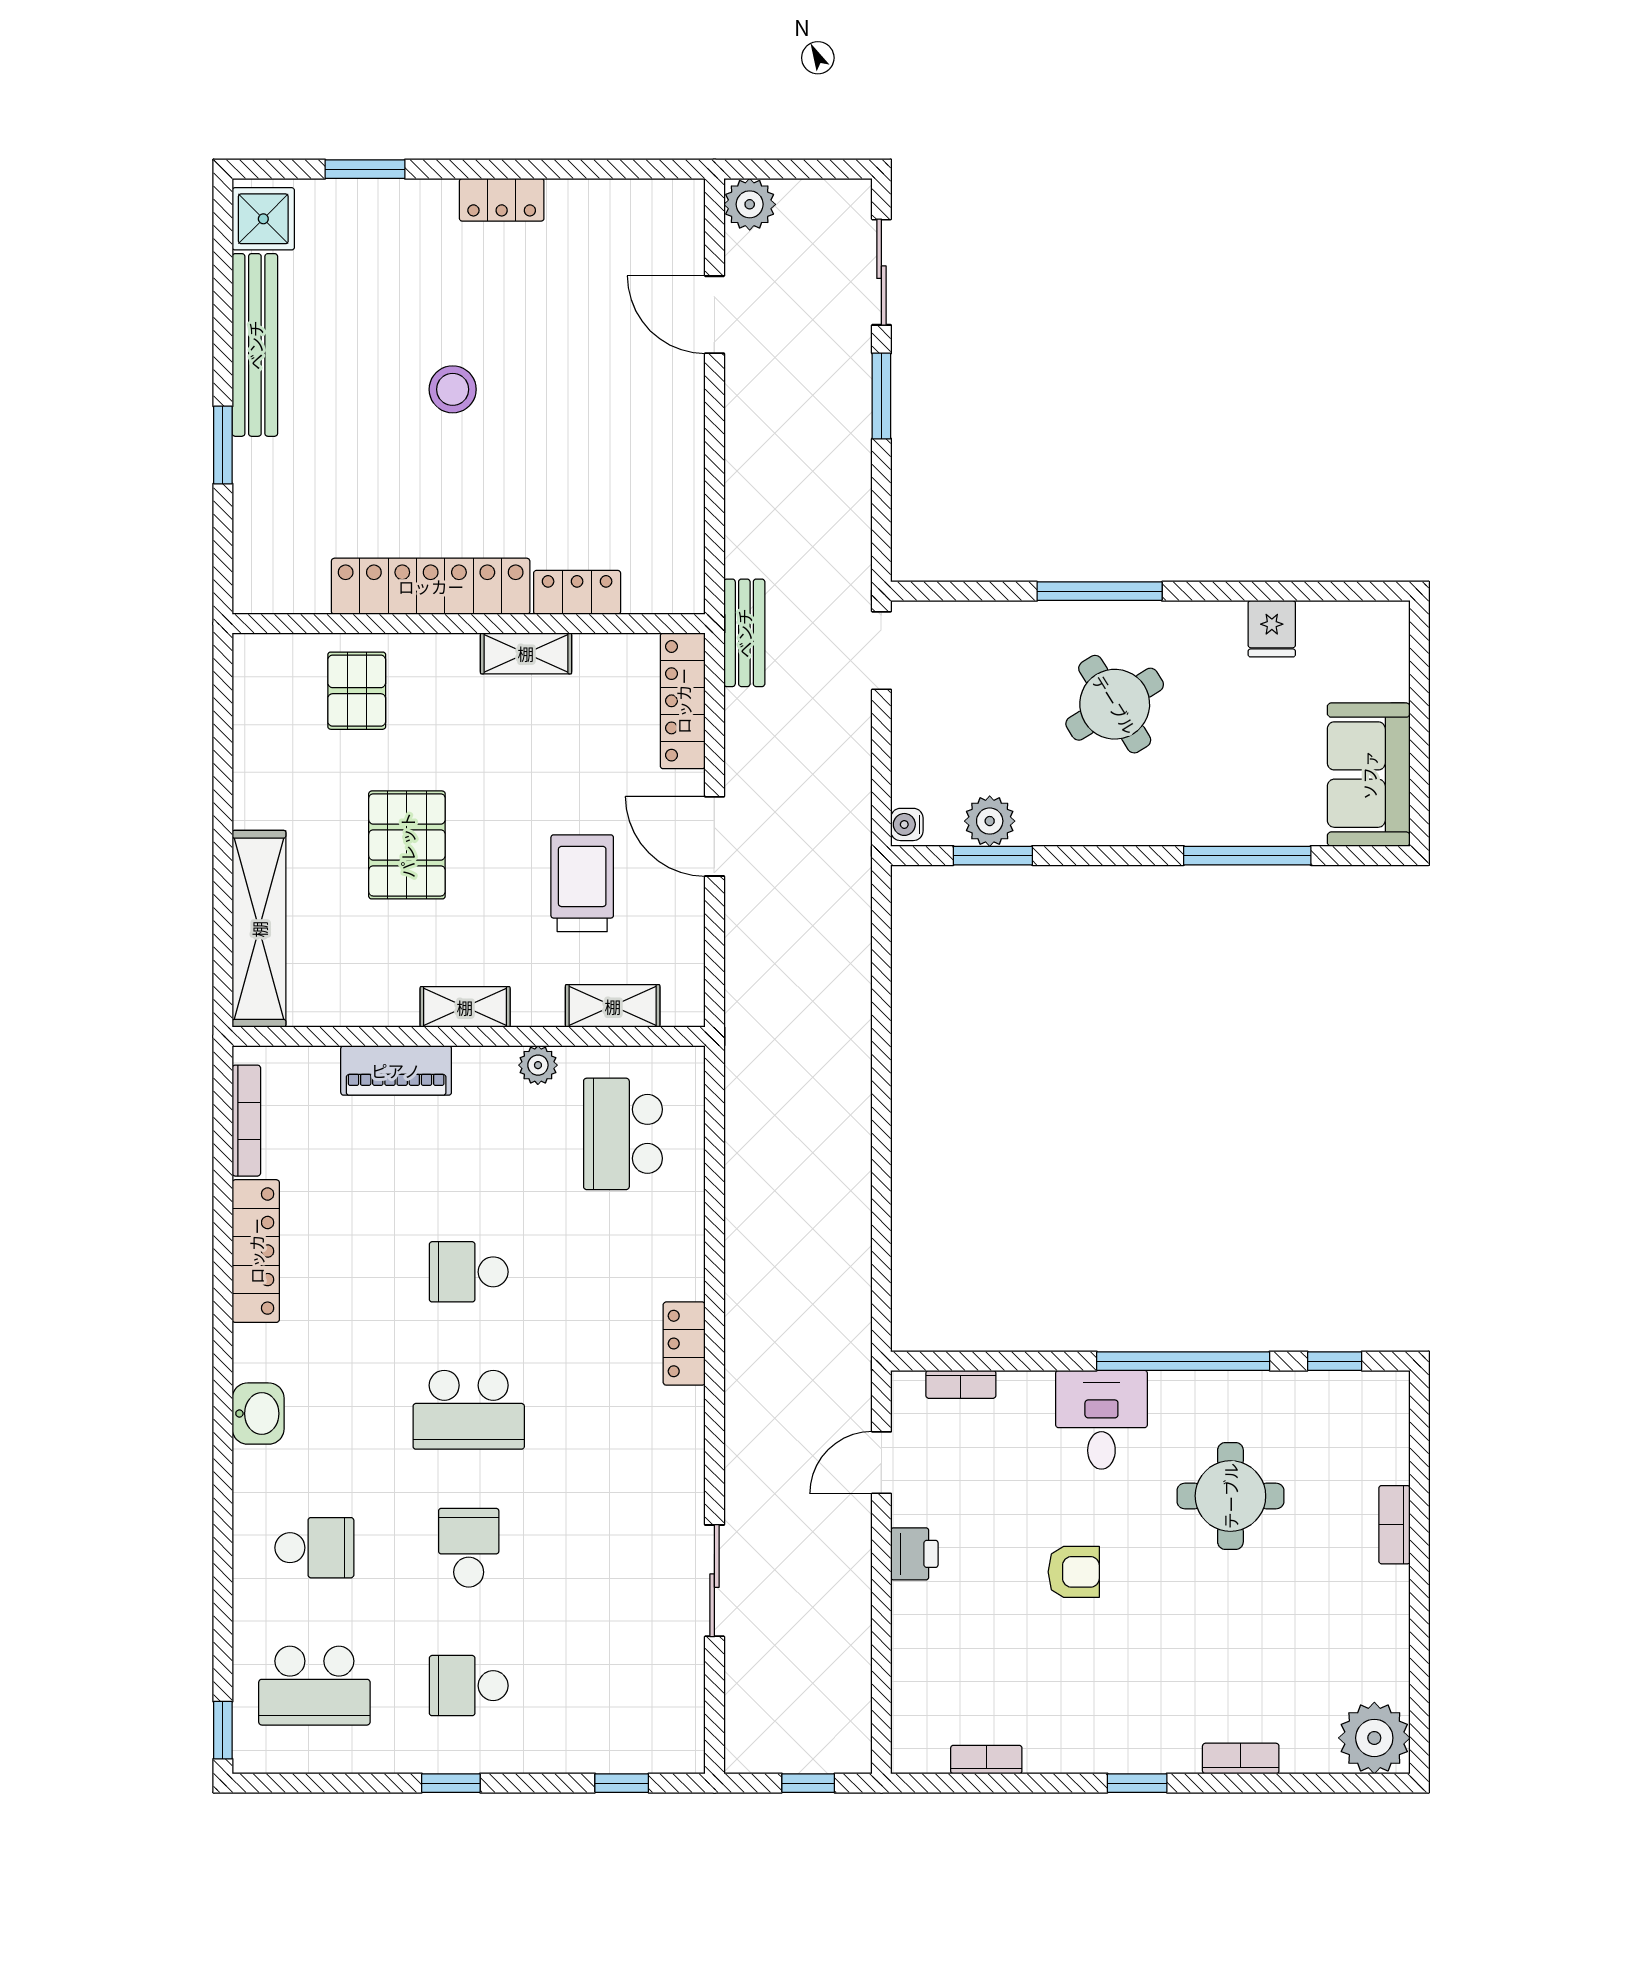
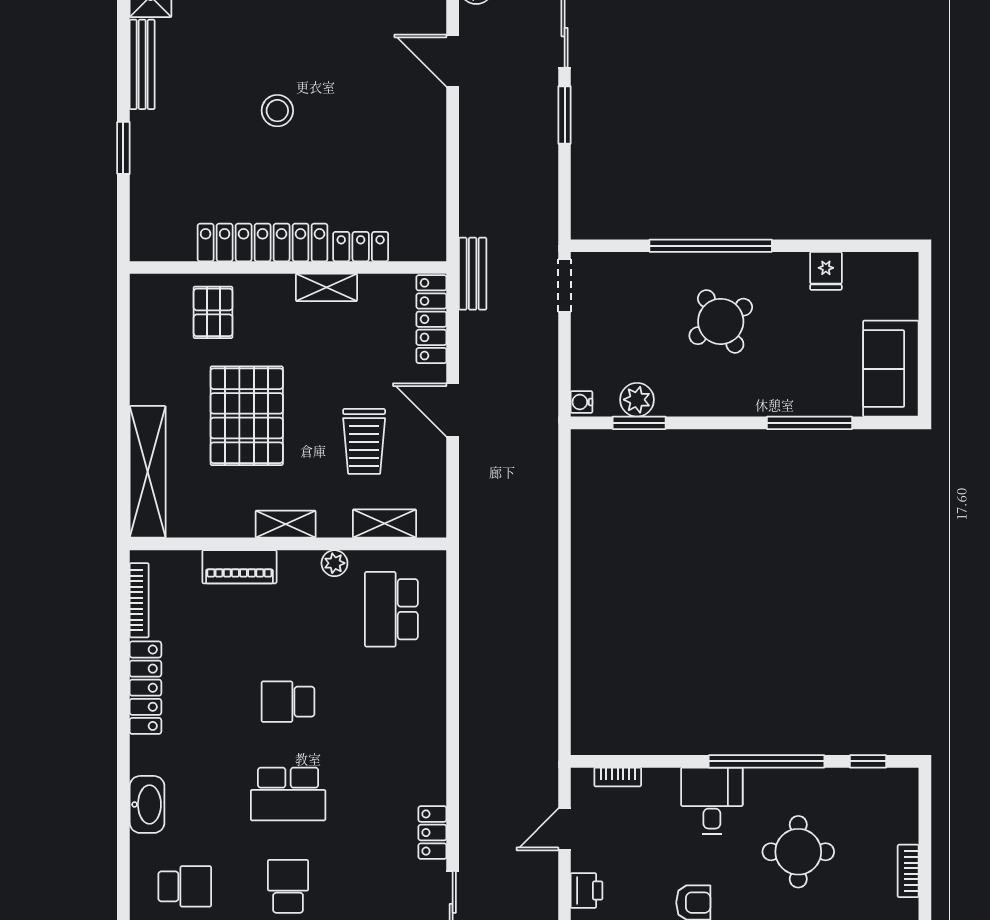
bench: (255, 345) -> (142, 64), width x0.73, depth x0.82
window: (1100, 591) -> (711, 246), width x1.46
pallet: (407, 845) -> (247, 416), width x1.37, depth x1.41
trolley: (582, 883) -> (364, 441), turned 180
locker: (684, 1344) -> (432, 833), moved
washbasin: (258, 1414) -> (147, 804), width x1.38

